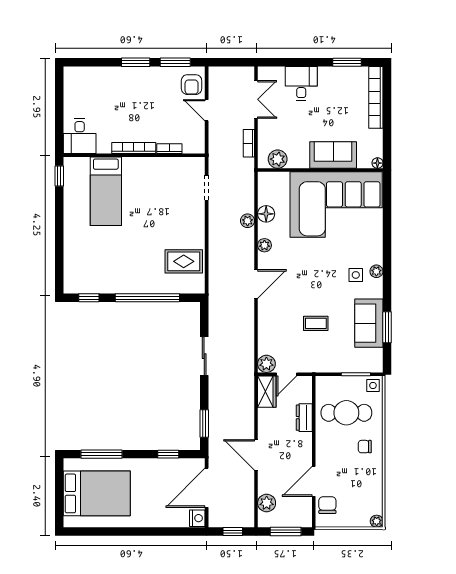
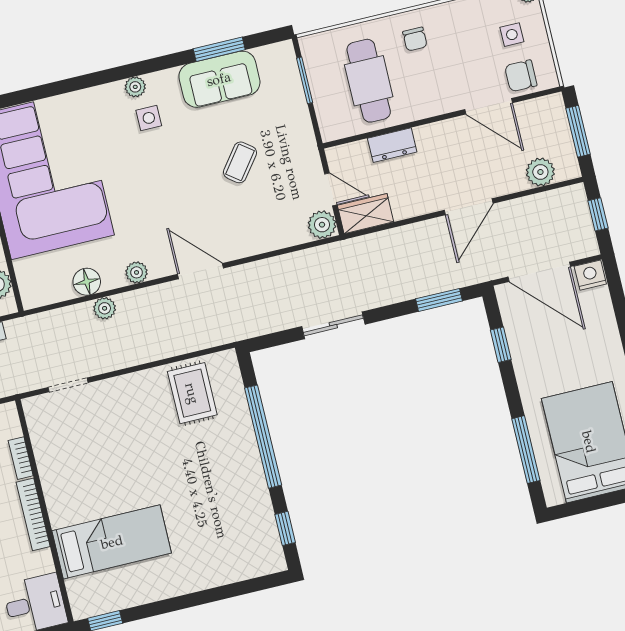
coffee table: (316, 323) -> (240, 162), turned 37
side table: (373, 385) -> (512, 35), moved

